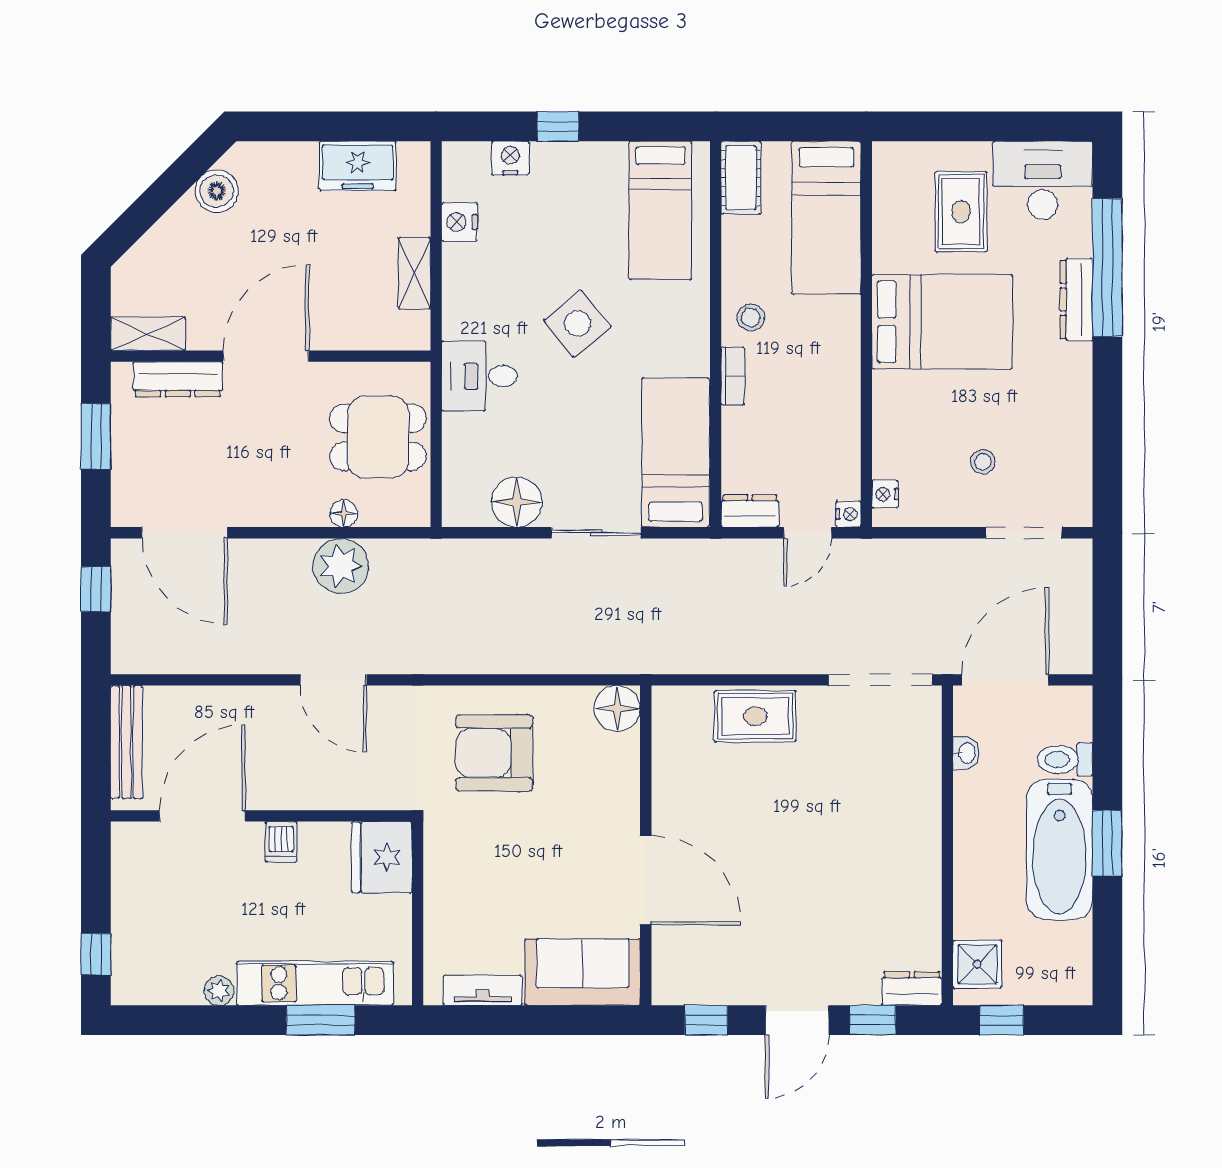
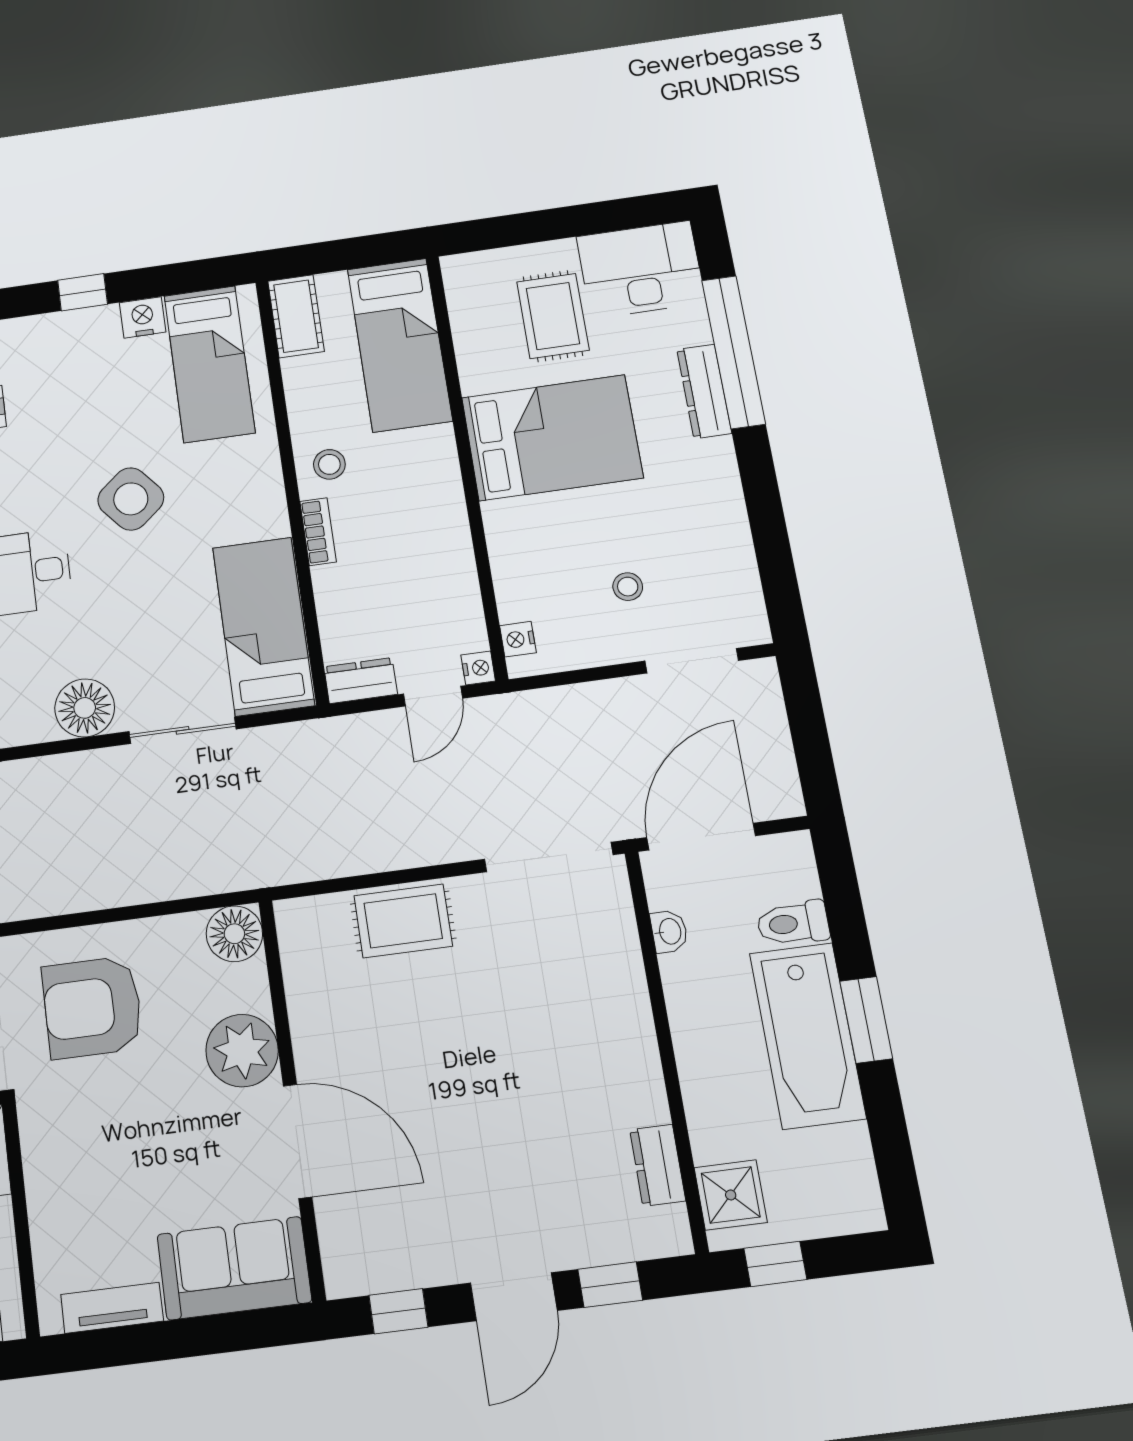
nightstand: (510, 158) -> (143, 317), moved
plant: (611, 803) -> (242, 1051), added
dresser: (912, 989) -> (658, 1165), moved, turned -90

